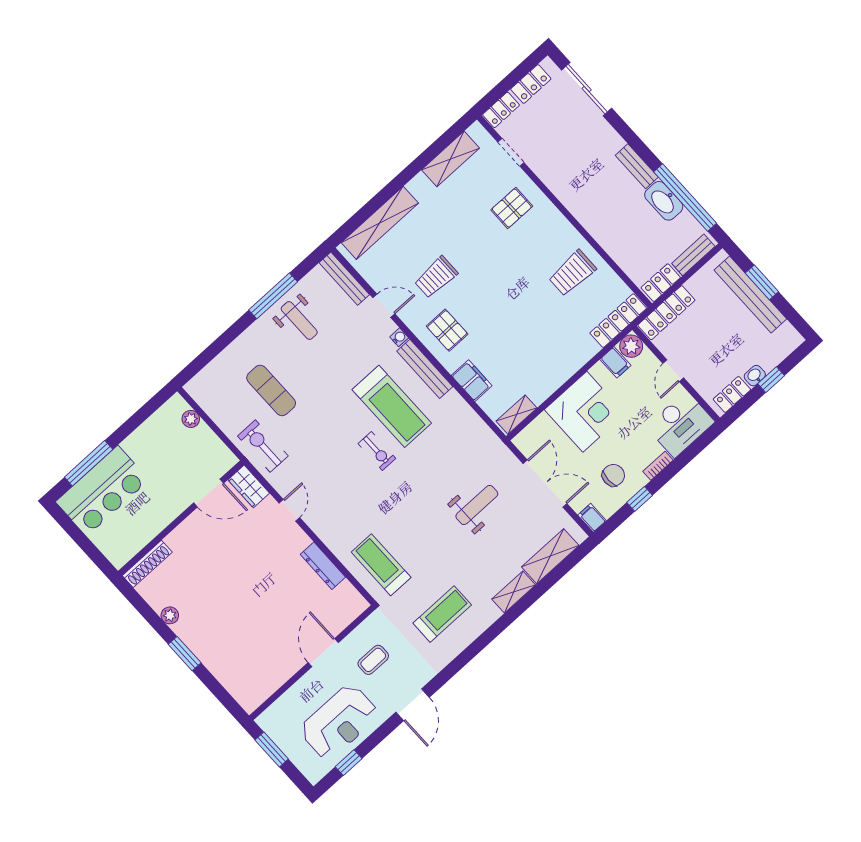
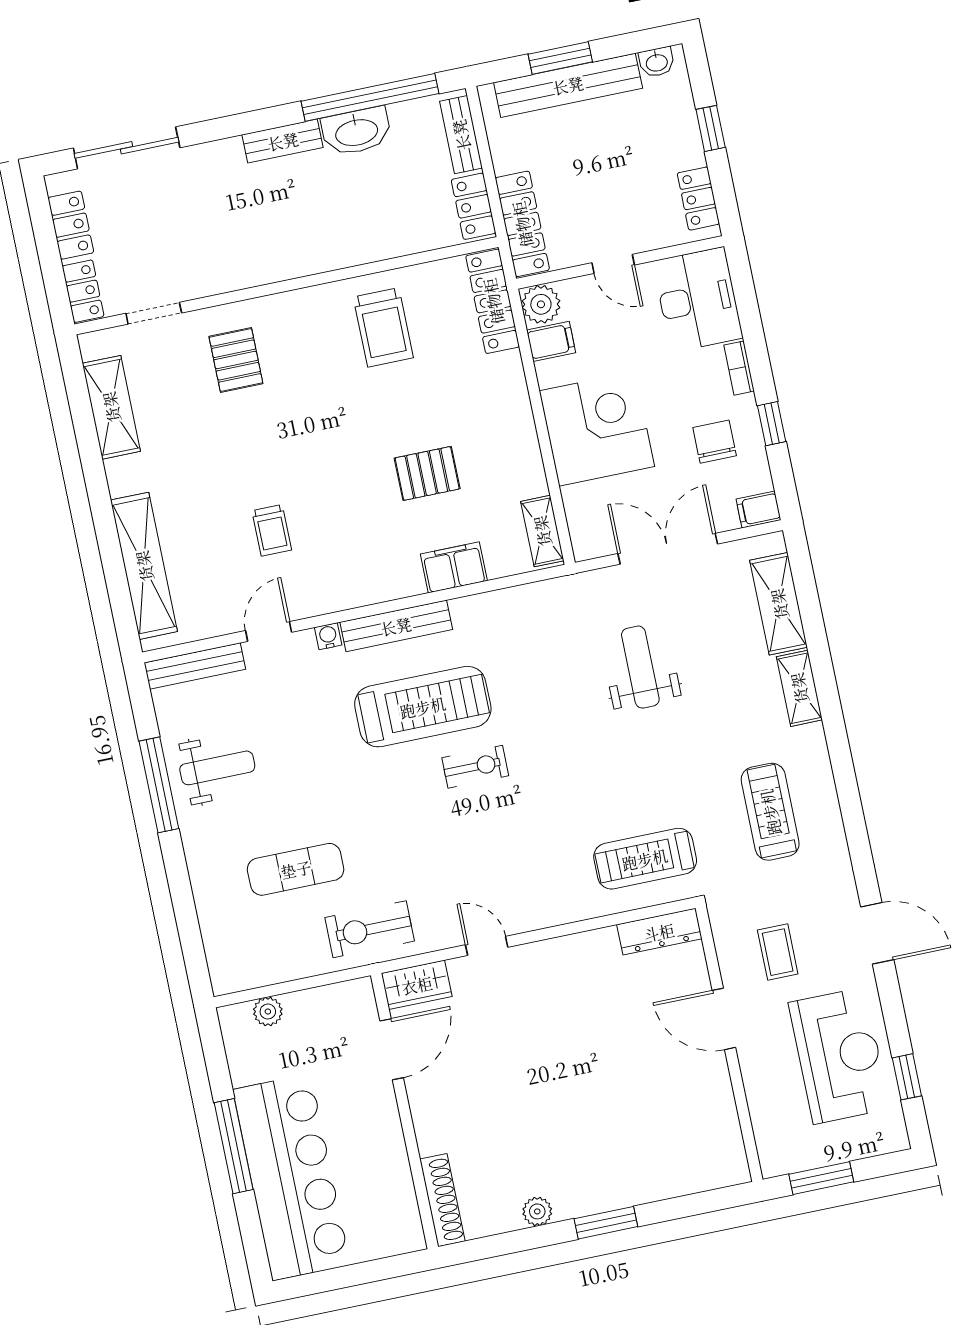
trolley: (436, 277) -> (272, 530), width x0.73, depth x0.72
pallet: (447, 330) -> (427, 473), moved
washbasin: (755, 376) -> (657, 62), moved, turned -90
window: (89, 463) -> (234, 1146), moved
bar counter: (102, 491) -> (291, 1177), width x1.36
dresser: (323, 566) -> (659, 932), moved

